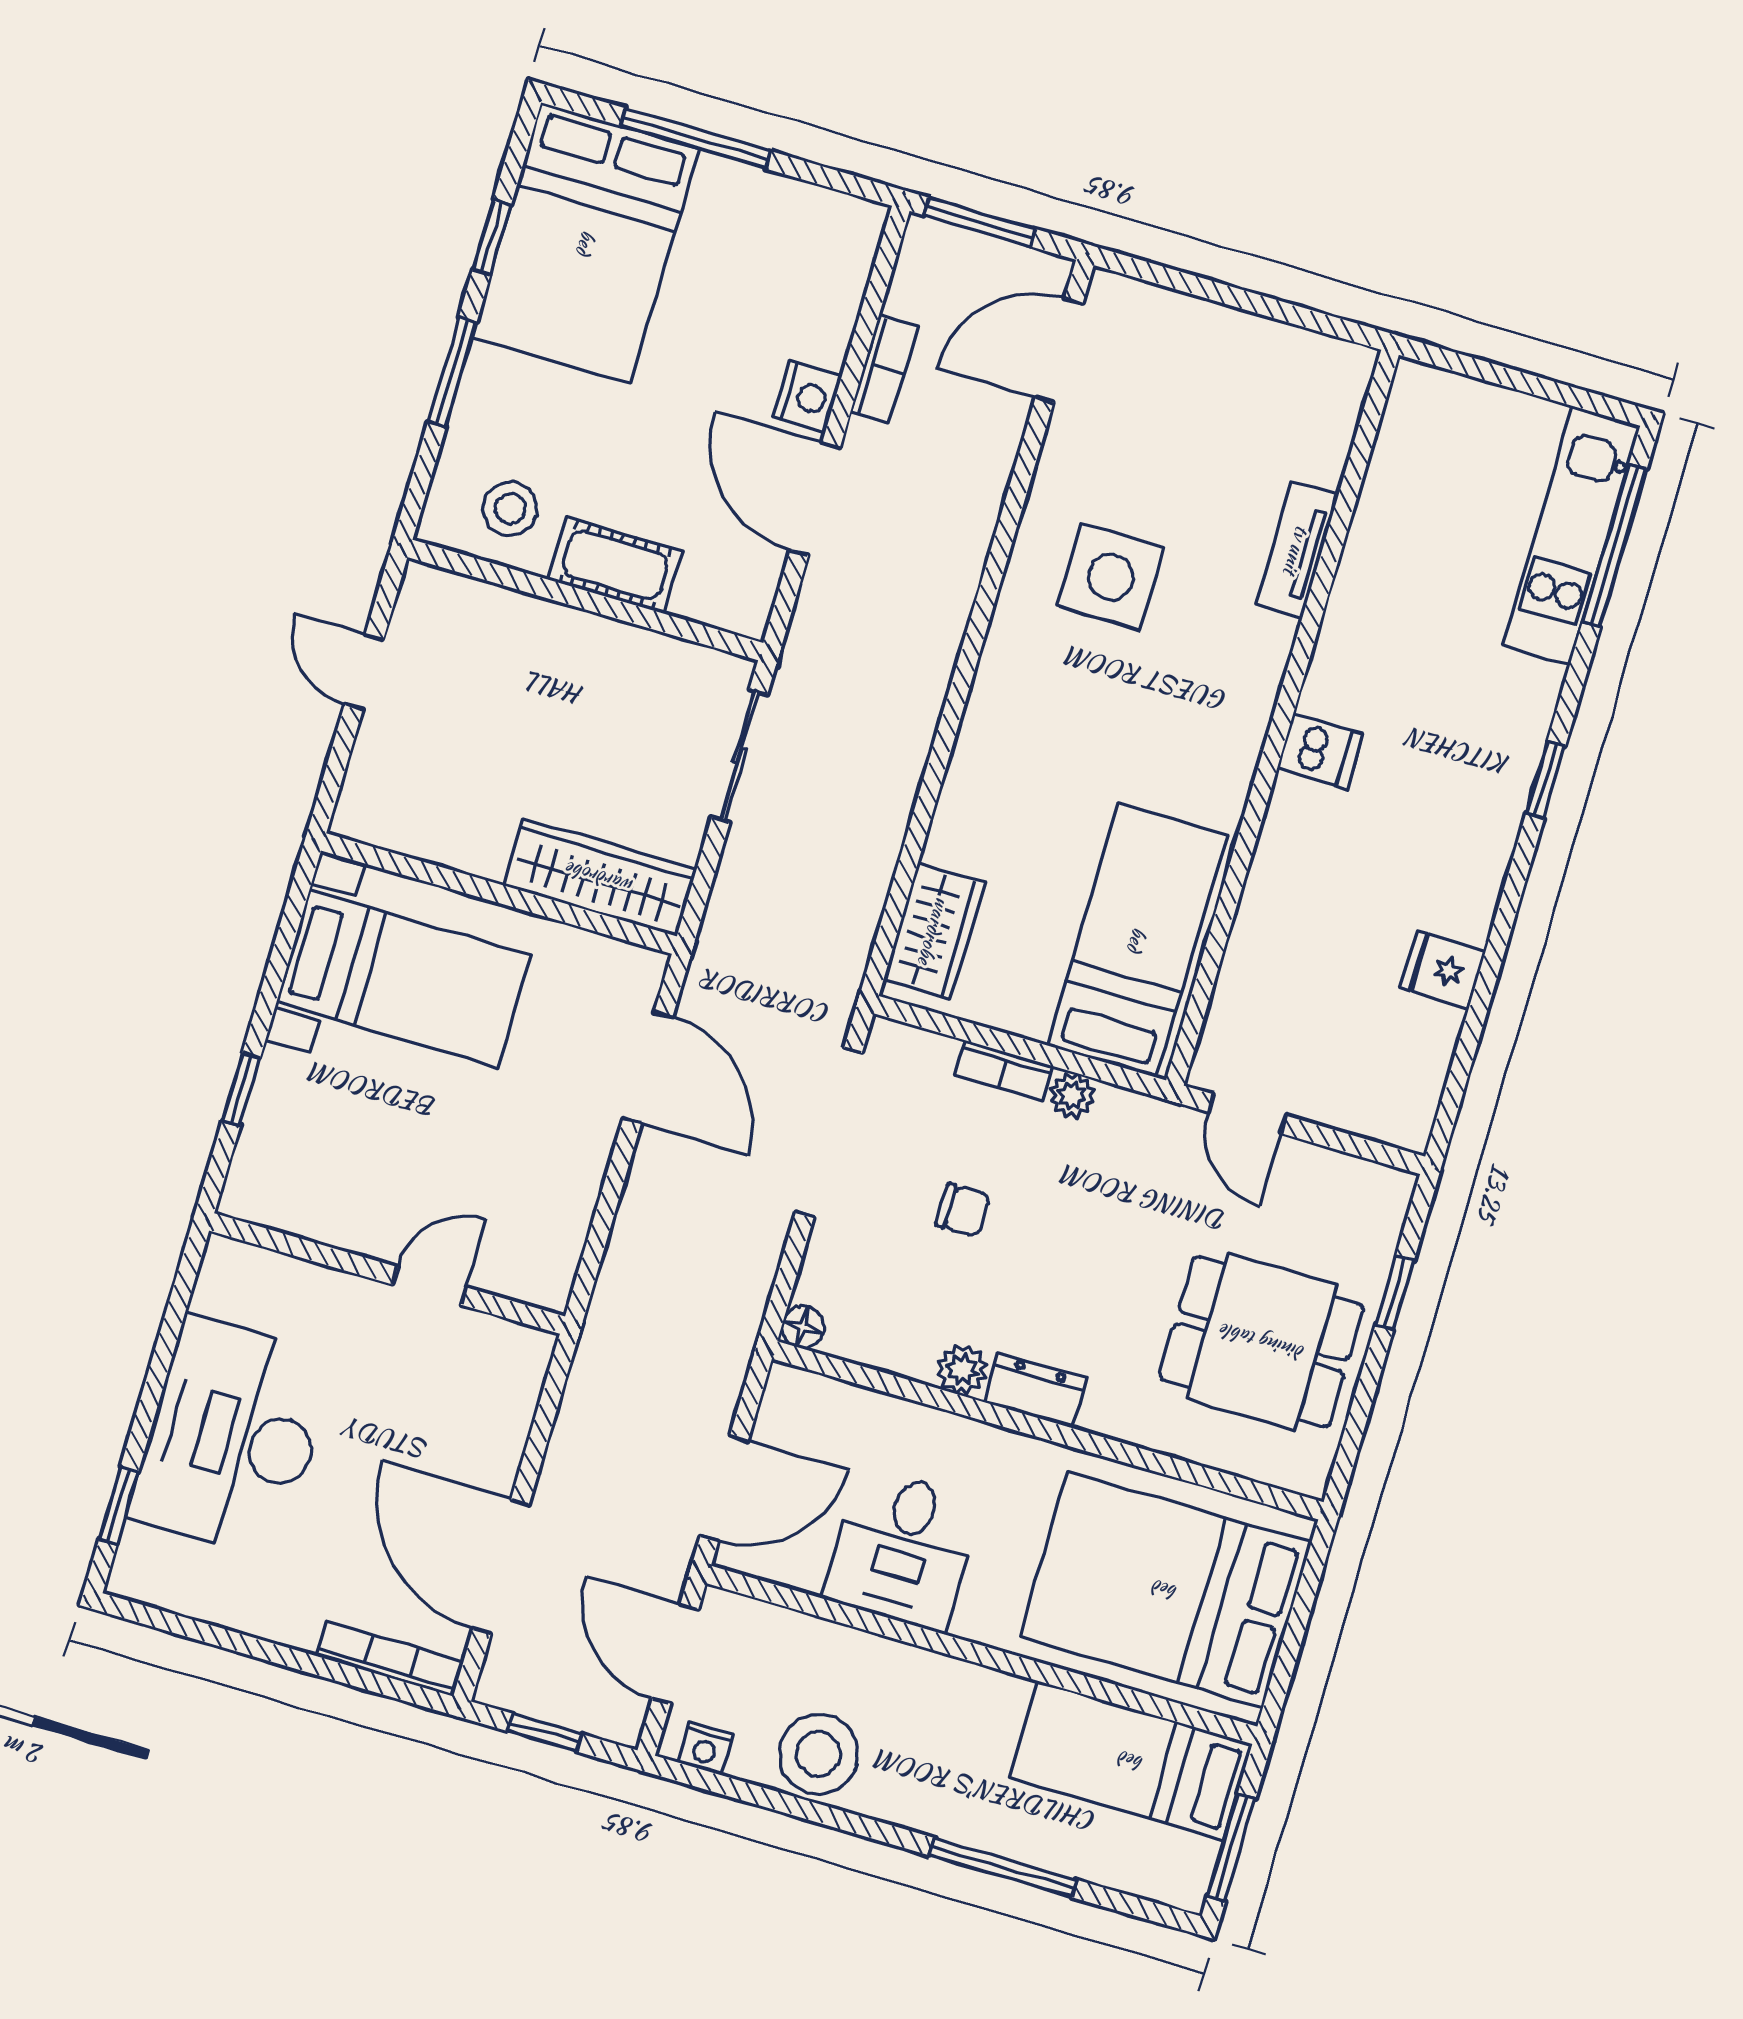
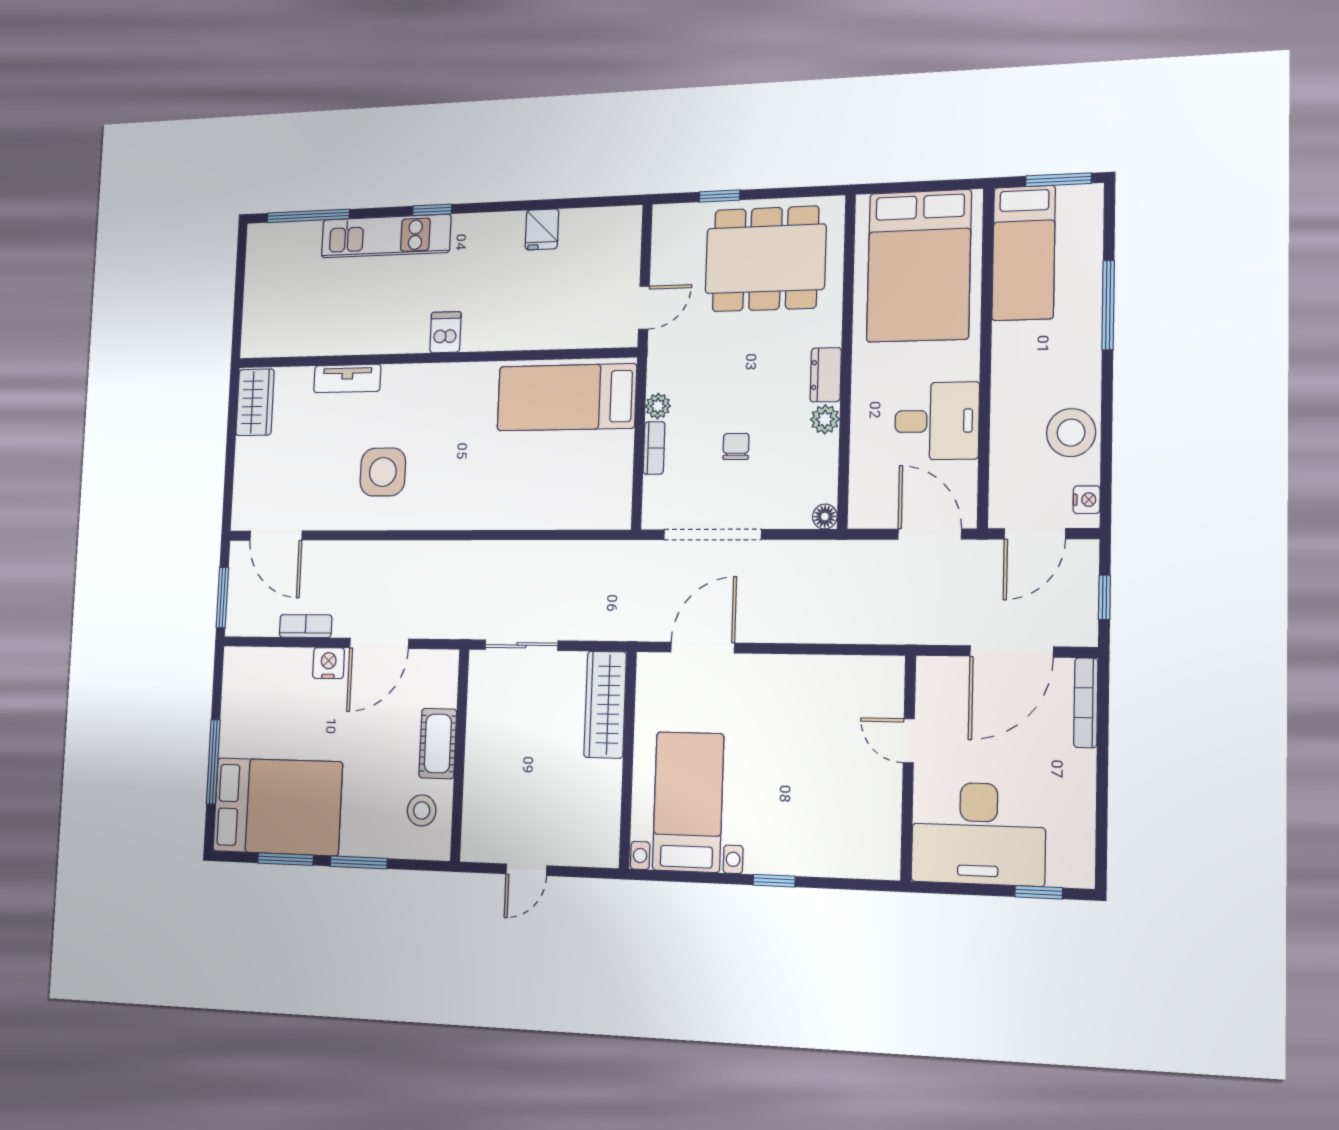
window: (492, 237) -> (285, 859), width x1.50
kitchen unit: (1571, 536) -> (386, 236), moved
wardrobe: (934, 931) -> (255, 402), moved, turned 90
wall: (387, 1273) -> (908, 768), moved
door: (429, 1286) -> (909, 741), moved
dining table: (1262, 1342) -> (765, 259), width x1.38

